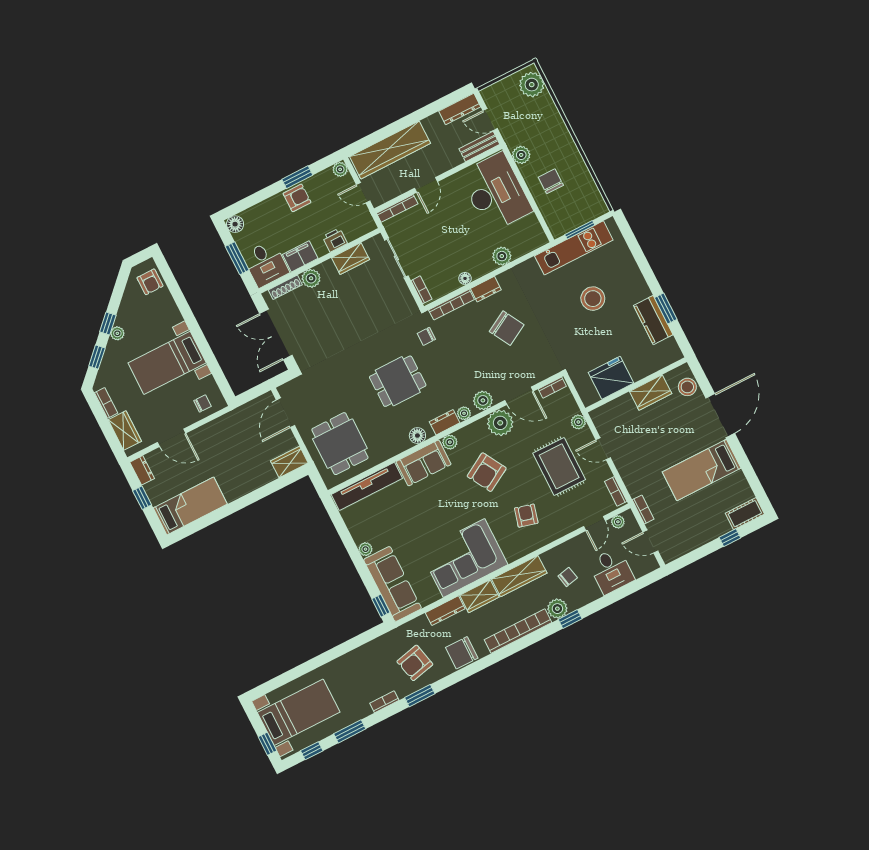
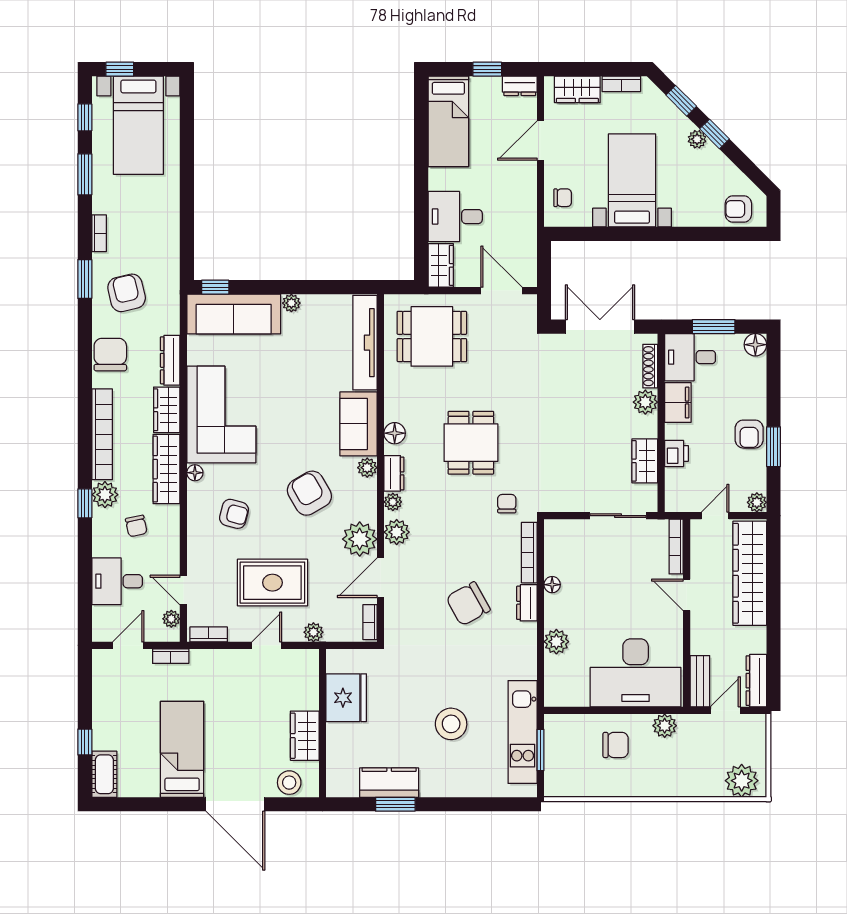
bookcase: (421, 290) -> (565, 526), removed
chair: (202, 403) -> (563, 198), turned -90
desk: (252, 469) -> (455, 217), added
floor lamp: (512, 556) -> (195, 473), added

